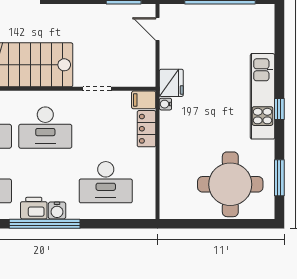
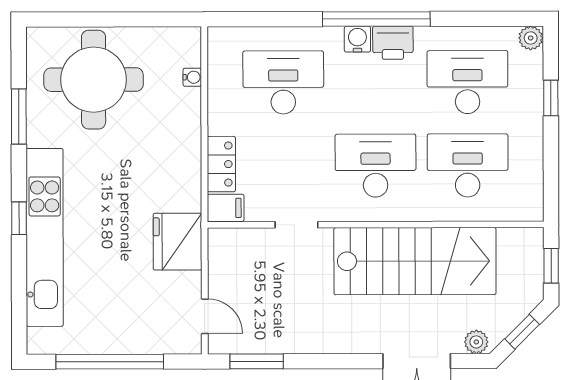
fridge: (171, 83) -> (177, 242), width x1.36, depth x1.34
kitchen unit: (263, 96) -> (45, 237), width x1.36
water cooler: (165, 104) -> (192, 77), moved
window: (279, 109) -> (19, 218), moved
window: (279, 178) -> (19, 117), moved

